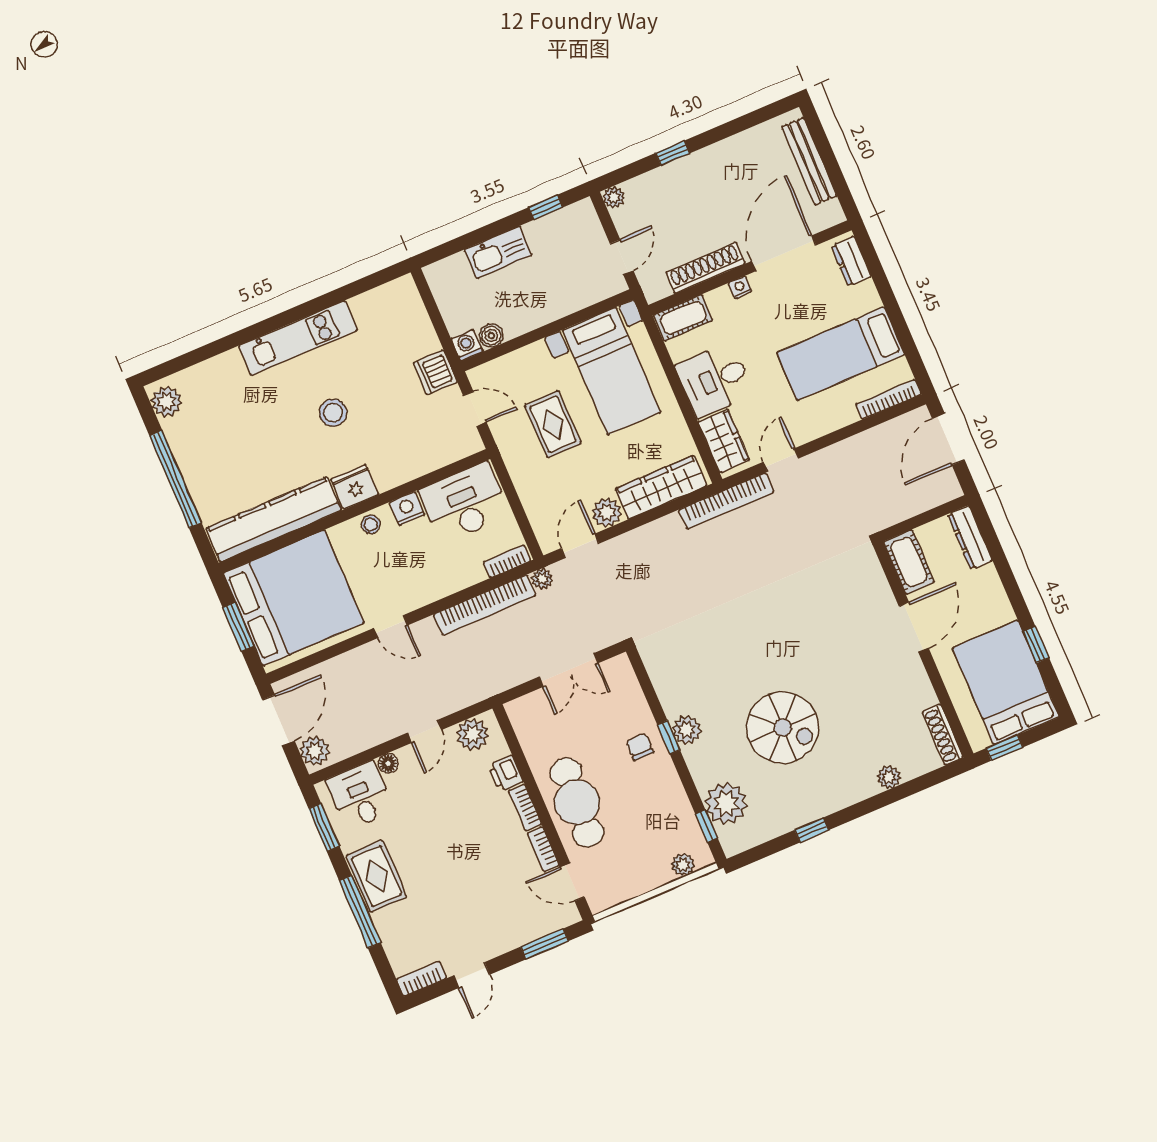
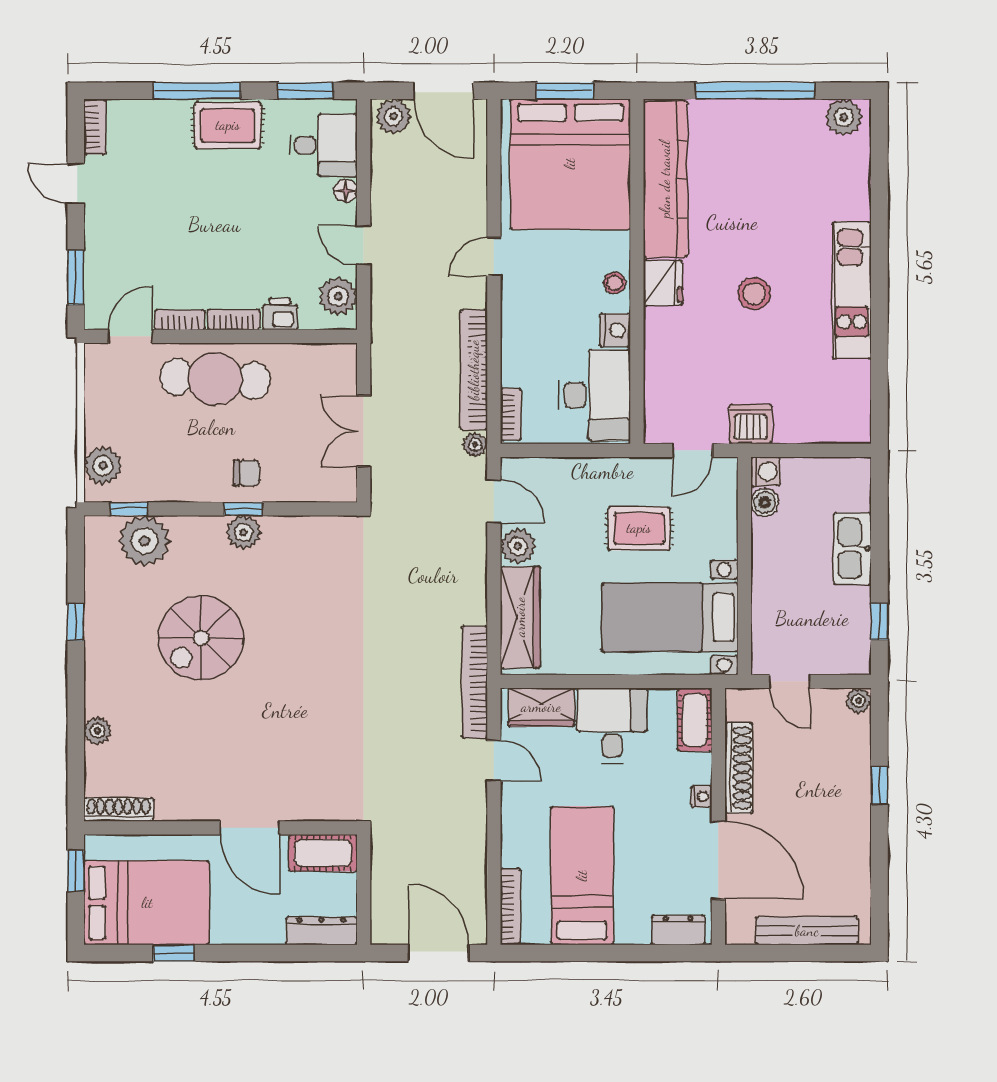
plant: (683, 865) -> (103, 465), width x1.38, depth x1.38

